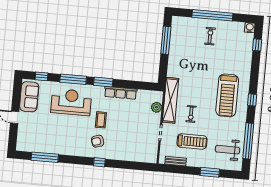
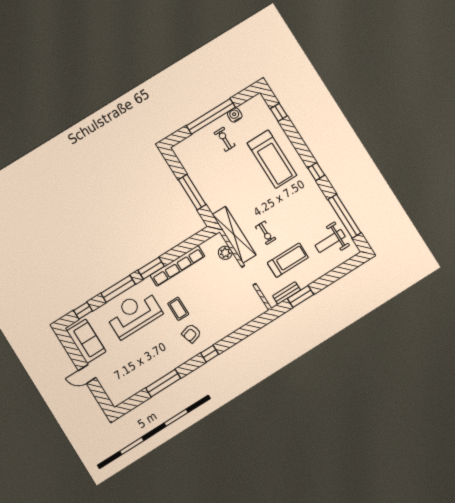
water cooler: (250, 28) -> (235, 115), moved
window: (166, 40) -> (192, 192), moved
row of seats: (121, 93) -> (177, 266), width x1.36
treadmill: (227, 95) -> (272, 159), moved
window: (45, 157) -> (163, 383), moved
window: (210, 172) -> (300, 296), moved

